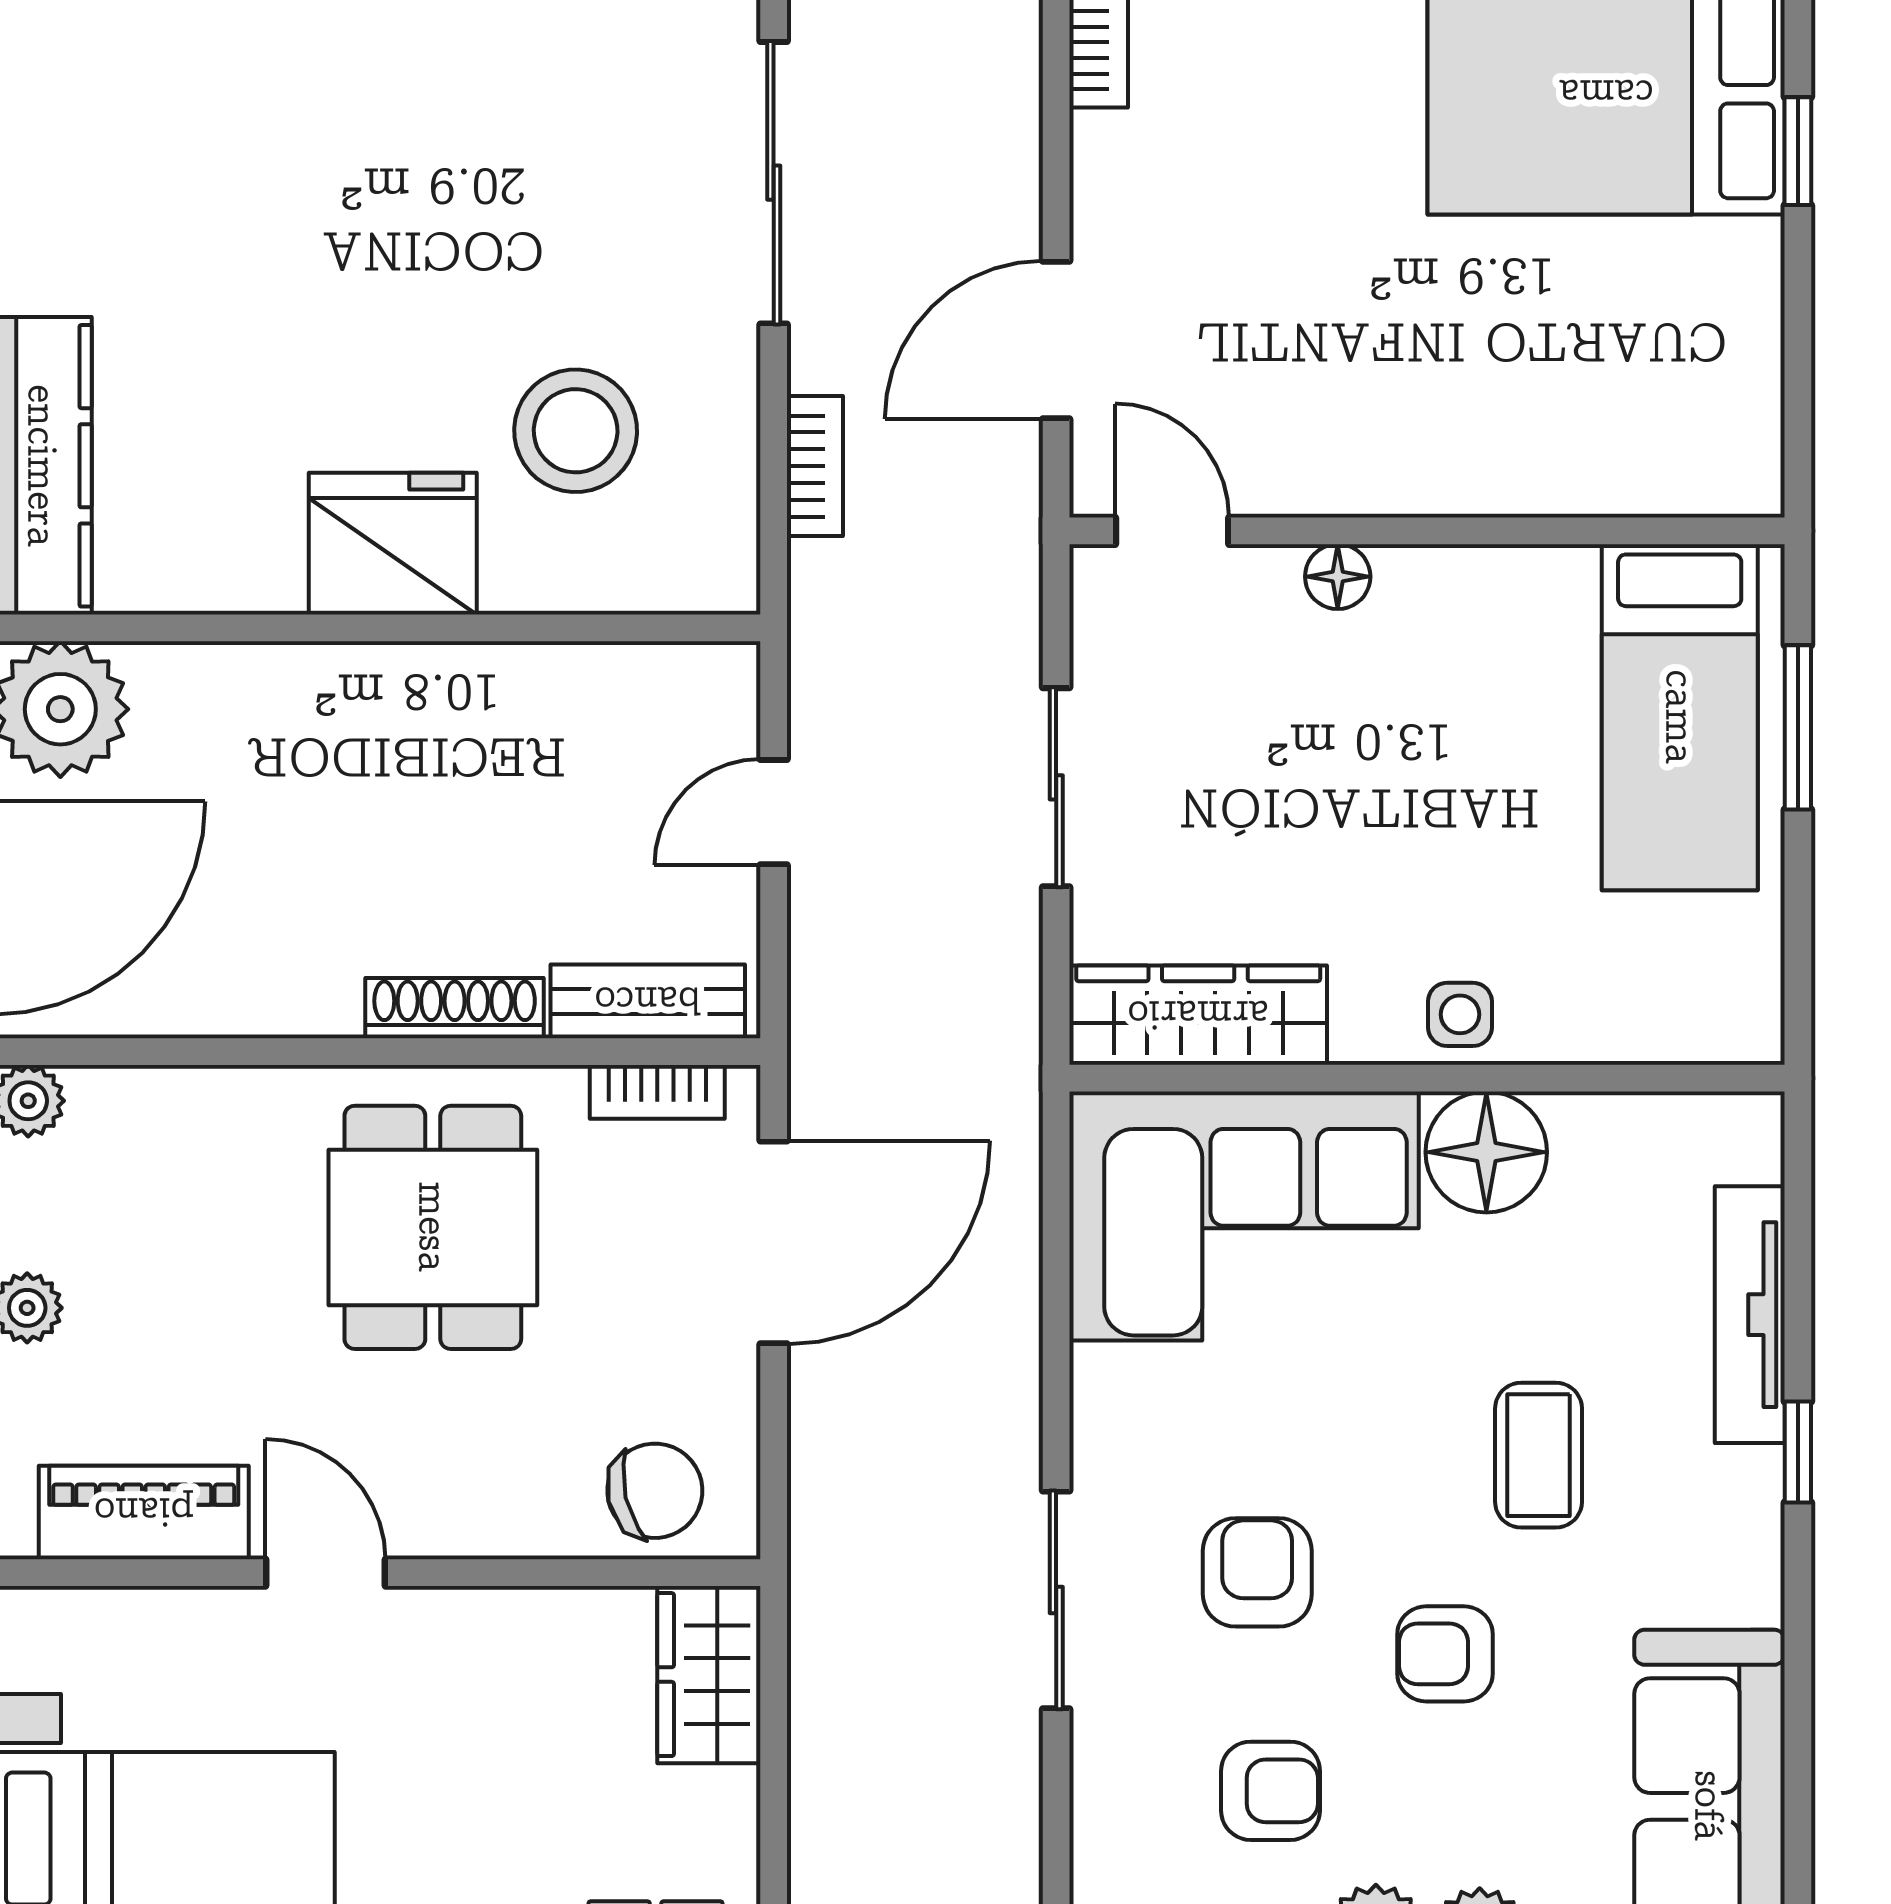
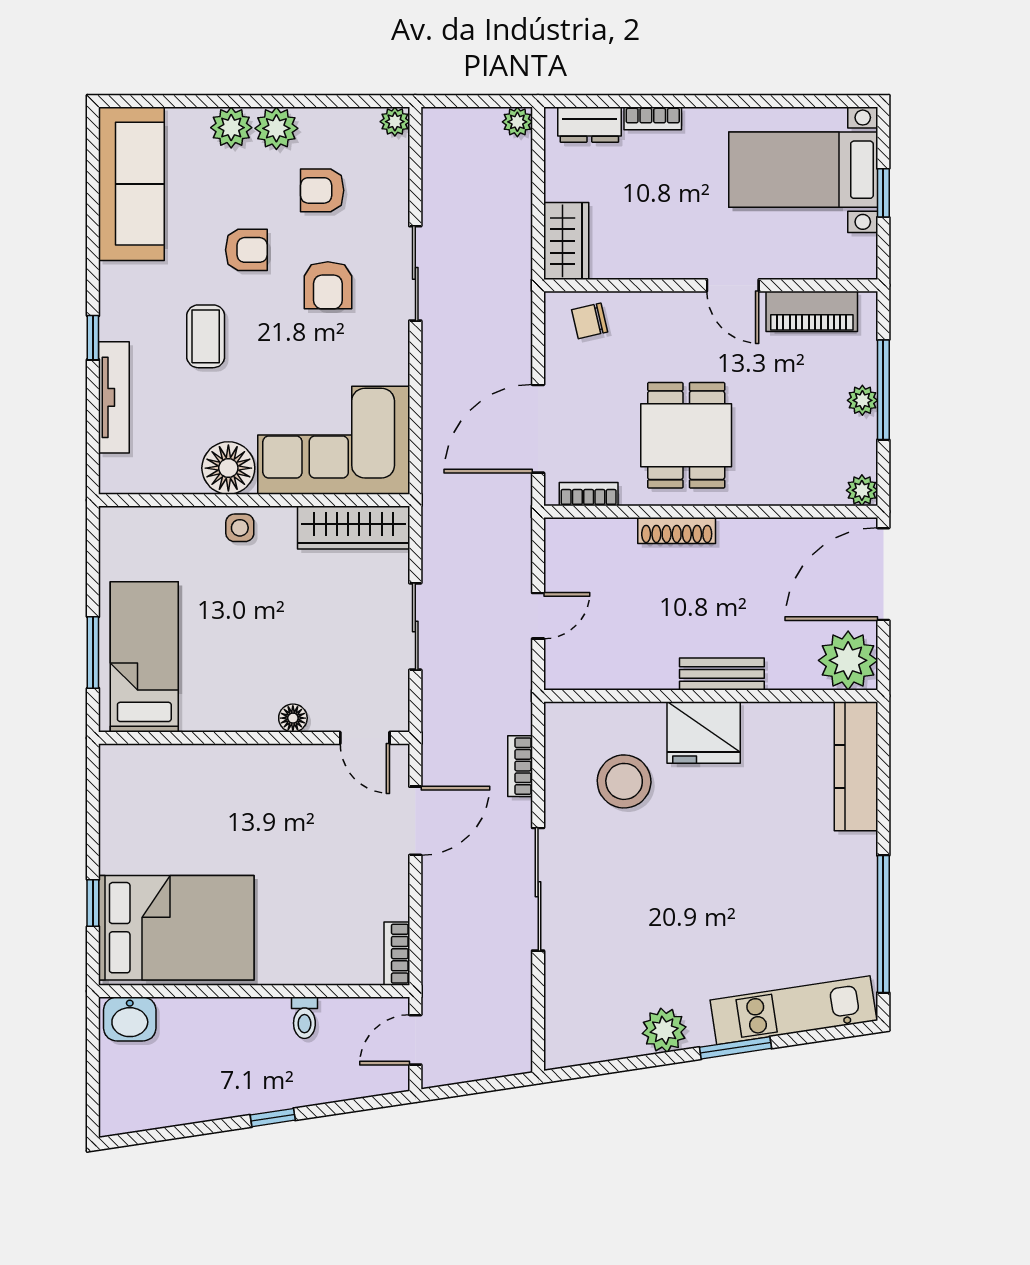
bench: (648, 1001) -> (722, 674), moved
chair: (655, 1491) -> (590, 321), width x0.73, depth x0.73

